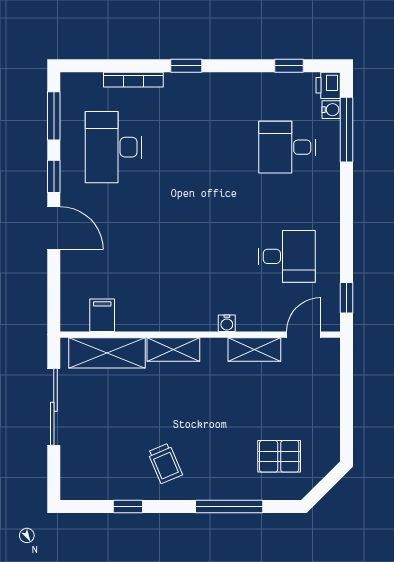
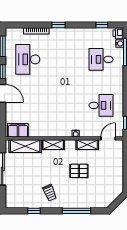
filing cabinet: (102, 315) -> (18, 130), width x2.00
pallet: (279, 456) -> (79, 171), moved

